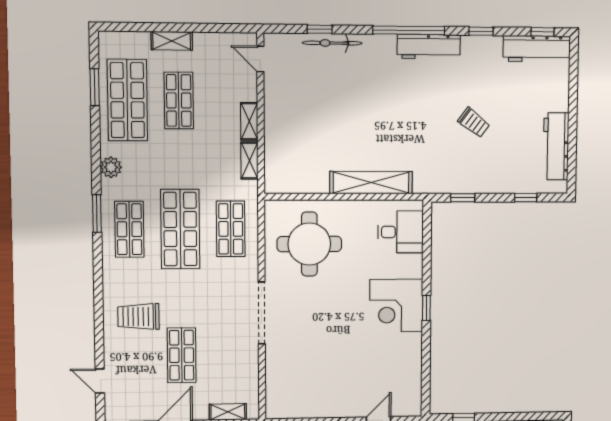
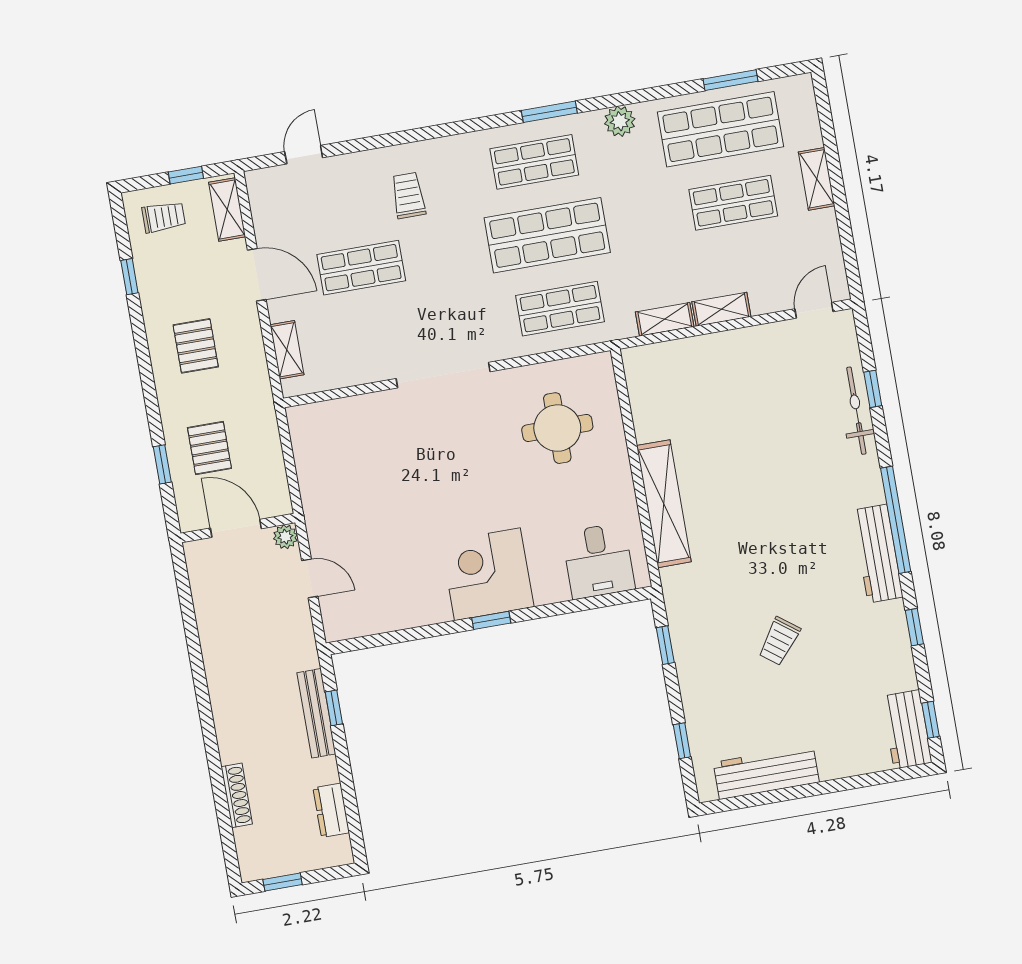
workbench: (537, 49) -> (907, 729), width x0.73
round table: (309, 244) -> (557, 428), width x0.73, depth x0.73
trolley: (138, 317) -> (408, 195), width x0.73, depth x0.72

